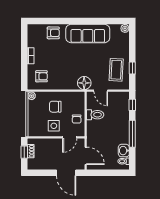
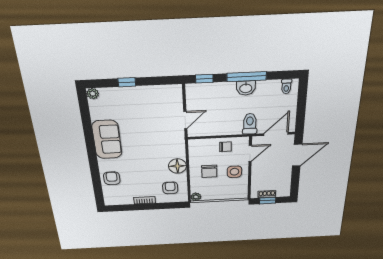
sofa: (88, 33) -> (107, 139), width x0.73
window: (132, 68) -> (127, 82), moved
coffee table: (116, 70) -> (154, 102), removed
floor lamp: (84, 83) -> (177, 166), moved
toilet: (95, 115) -> (250, 124), moved
door: (70, 137) -> (250, 153), hinge flipped
washbasin: (124, 151) -> (246, 88), moved

